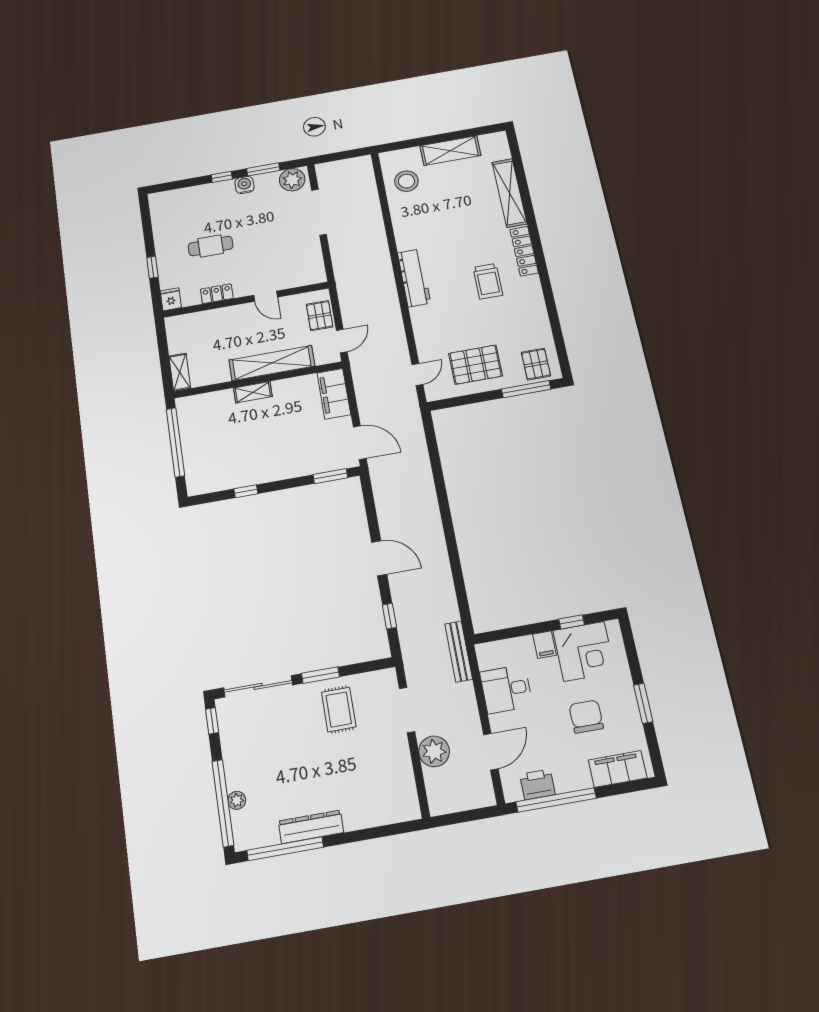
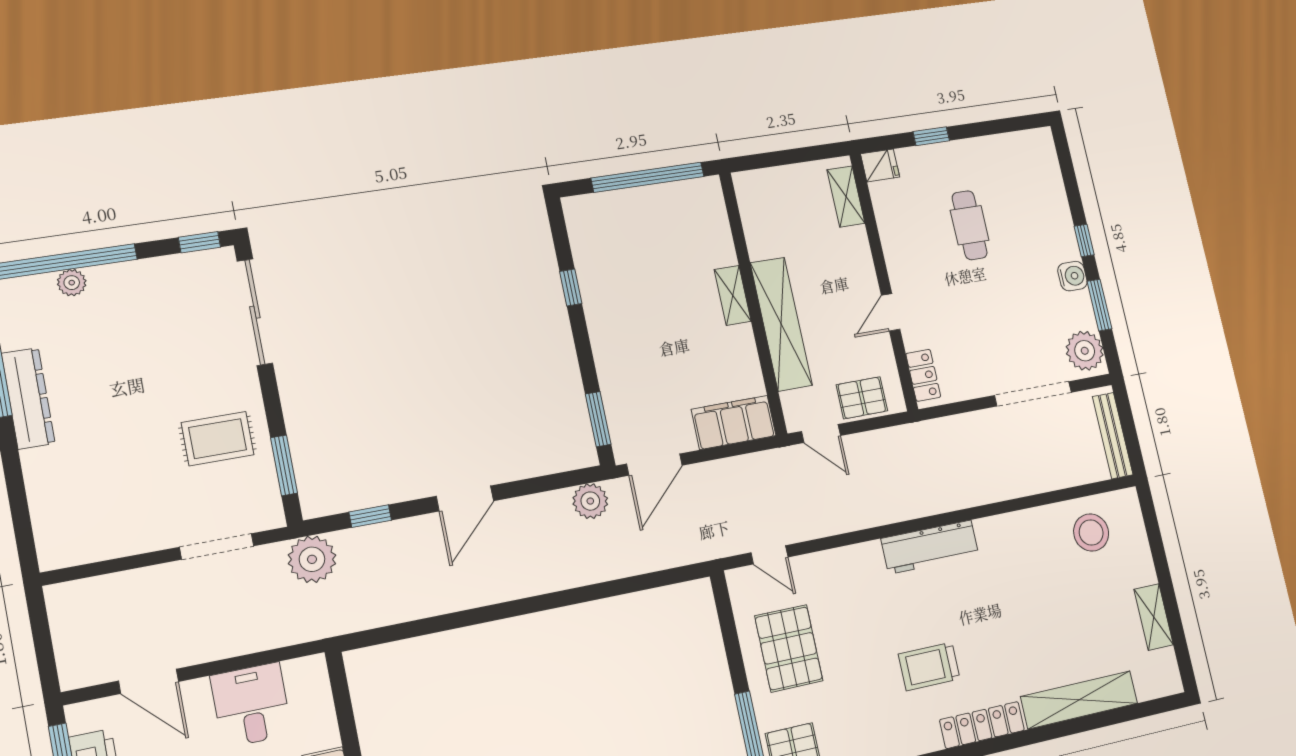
shelving: (450, 151) -> (1154, 617), width x0.67, depth x0.75
locker: (217, 294) -> (923, 375), moved
shelving: (180, 372) -> (846, 197), moved, turned 90
plant: (382, 482) -> (590, 501), added
bench: (459, 651) -> (1113, 436), moved, turned 90
window: (320, 675) -> (284, 465), moved
plant: (434, 751) -> (312, 559), moved

